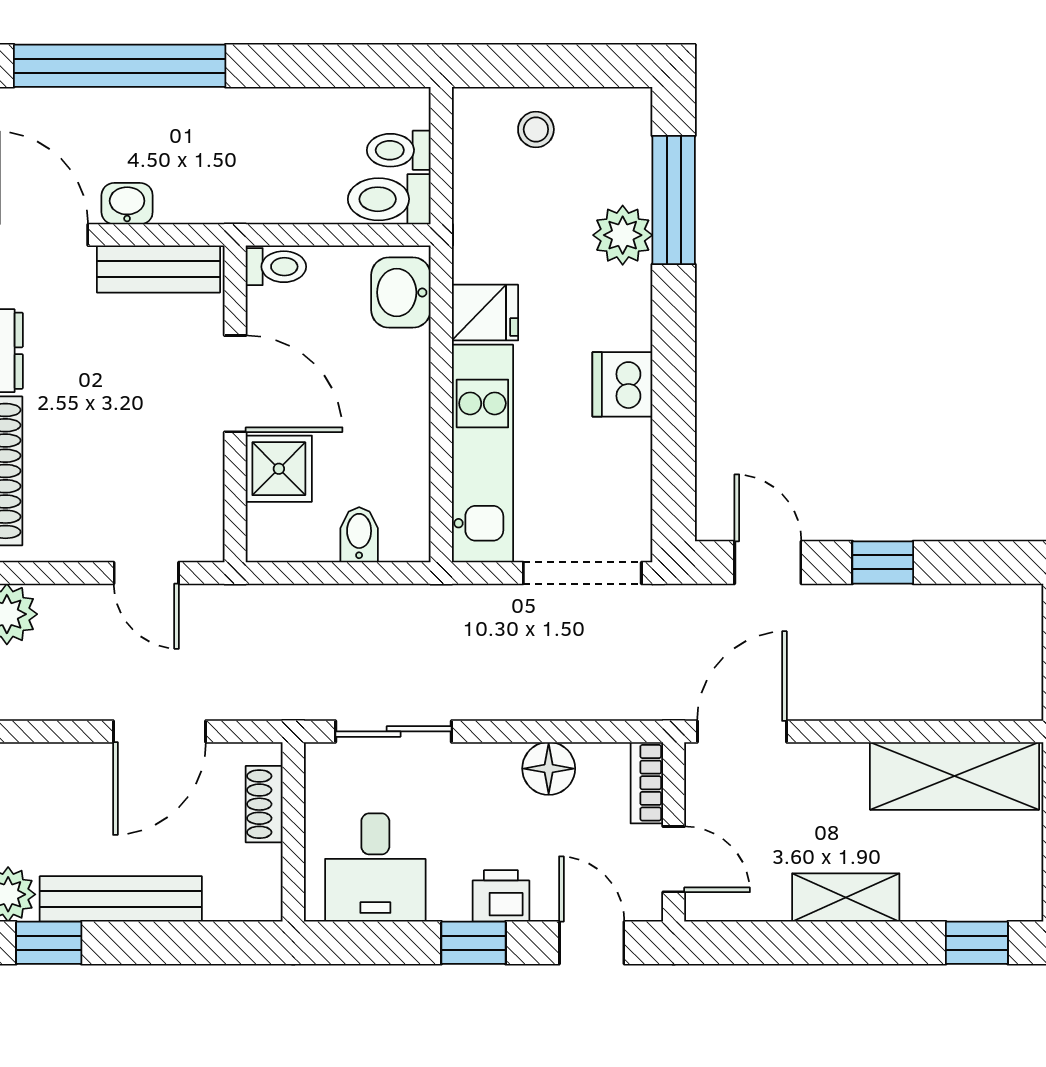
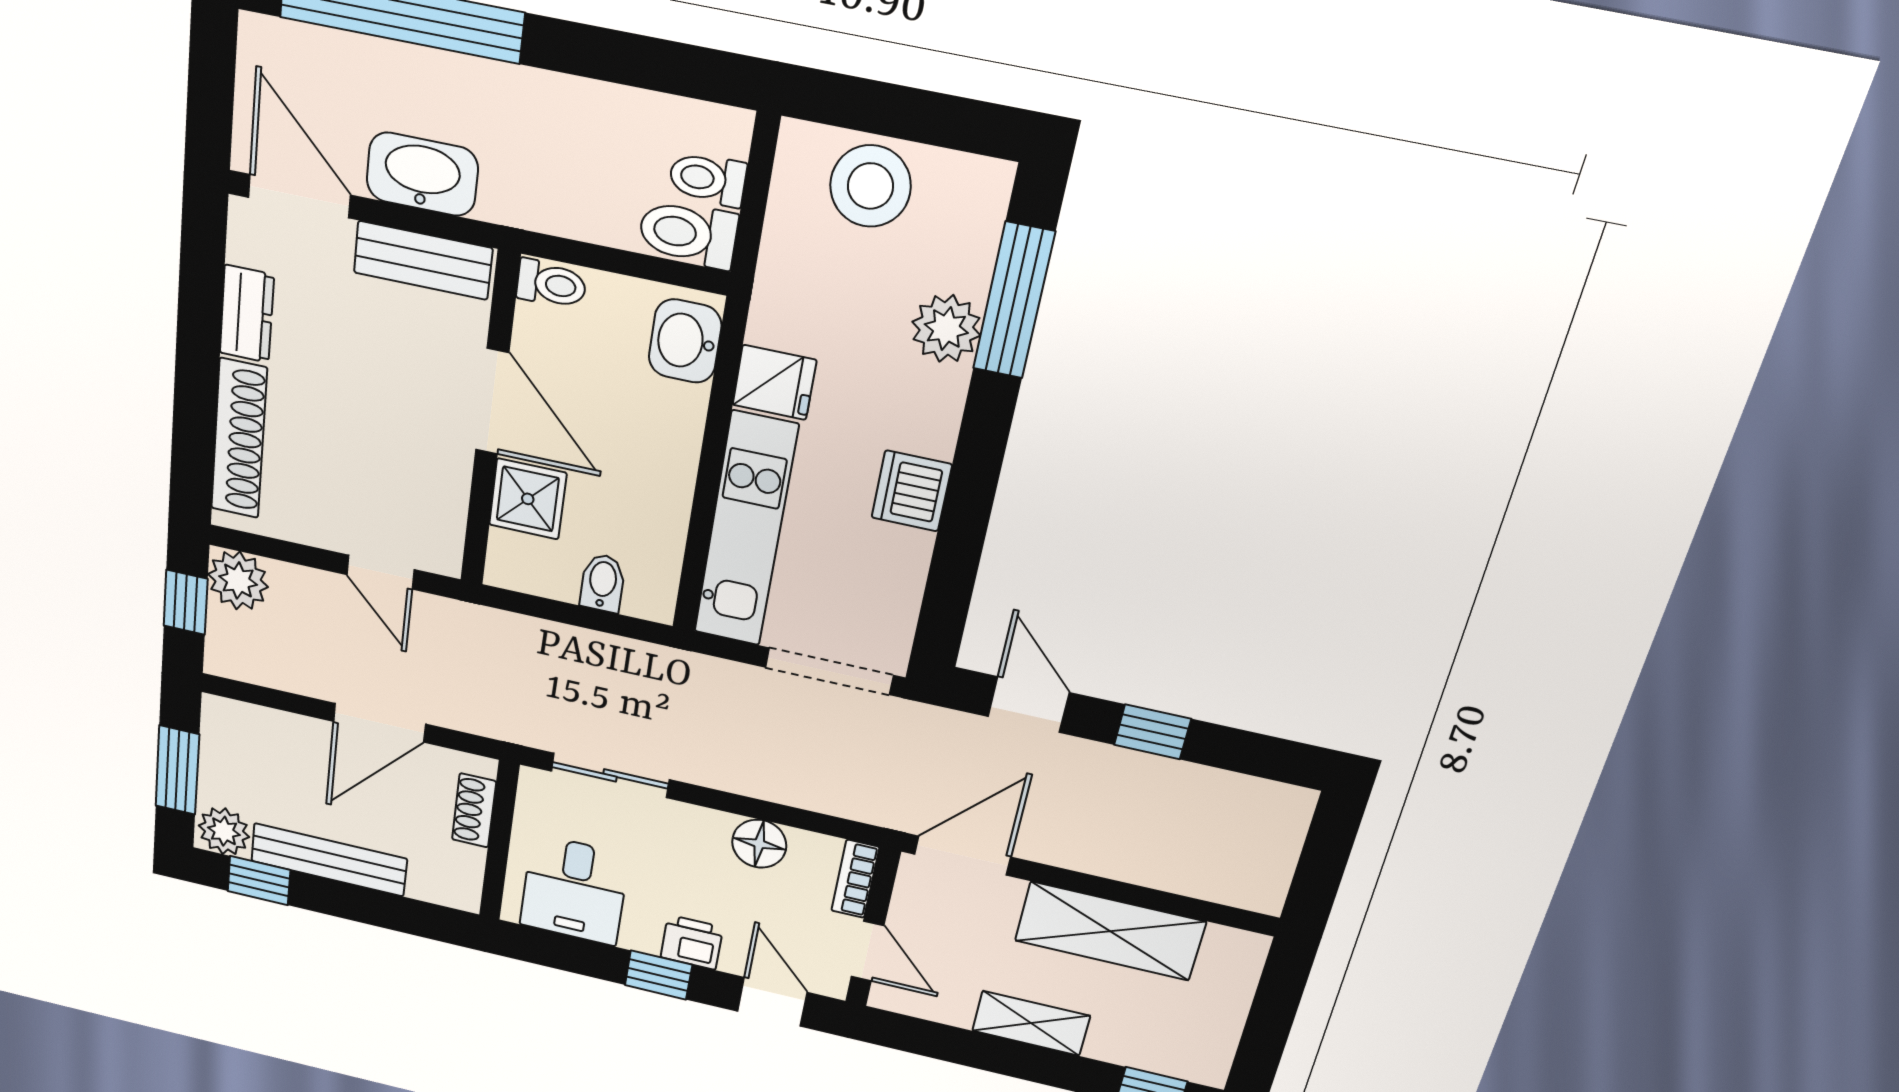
stool: (536, 129) -> (870, 186), width x1.89, depth x1.89
washbasin: (127, 204) -> (422, 174), width x1.91, depth x1.45
shelving: (955, 776) -> (1110, 931), moved

